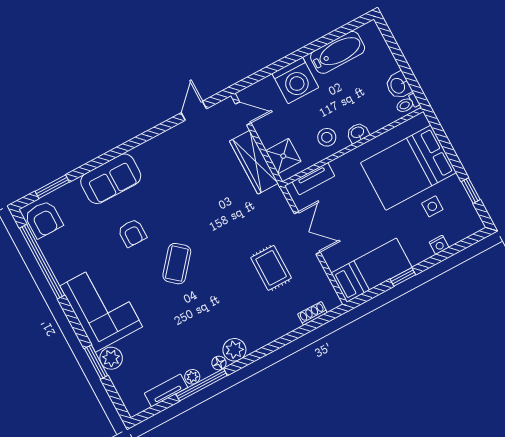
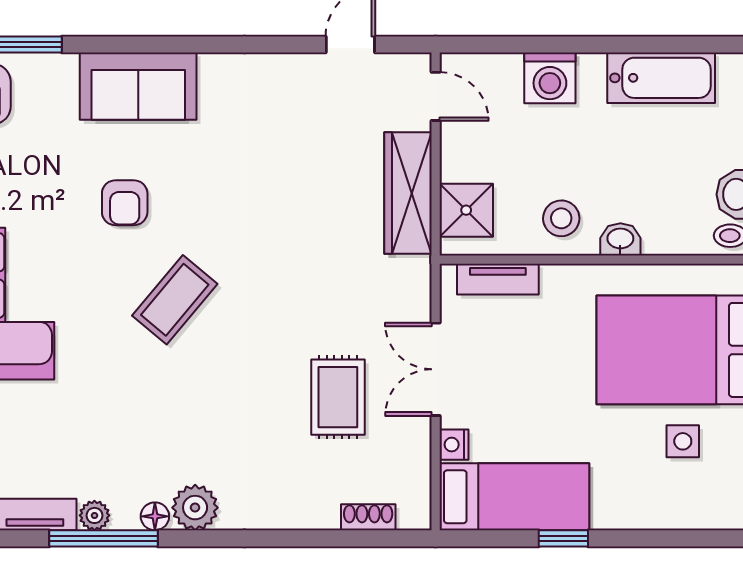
washing machine: (295, 80) -> (550, 78), width x0.73, depth x0.73
double door: (307, 233) -> (436, 369), swing flipped
nightstand: (439, 245) -> (454, 445), moved, turned 90

